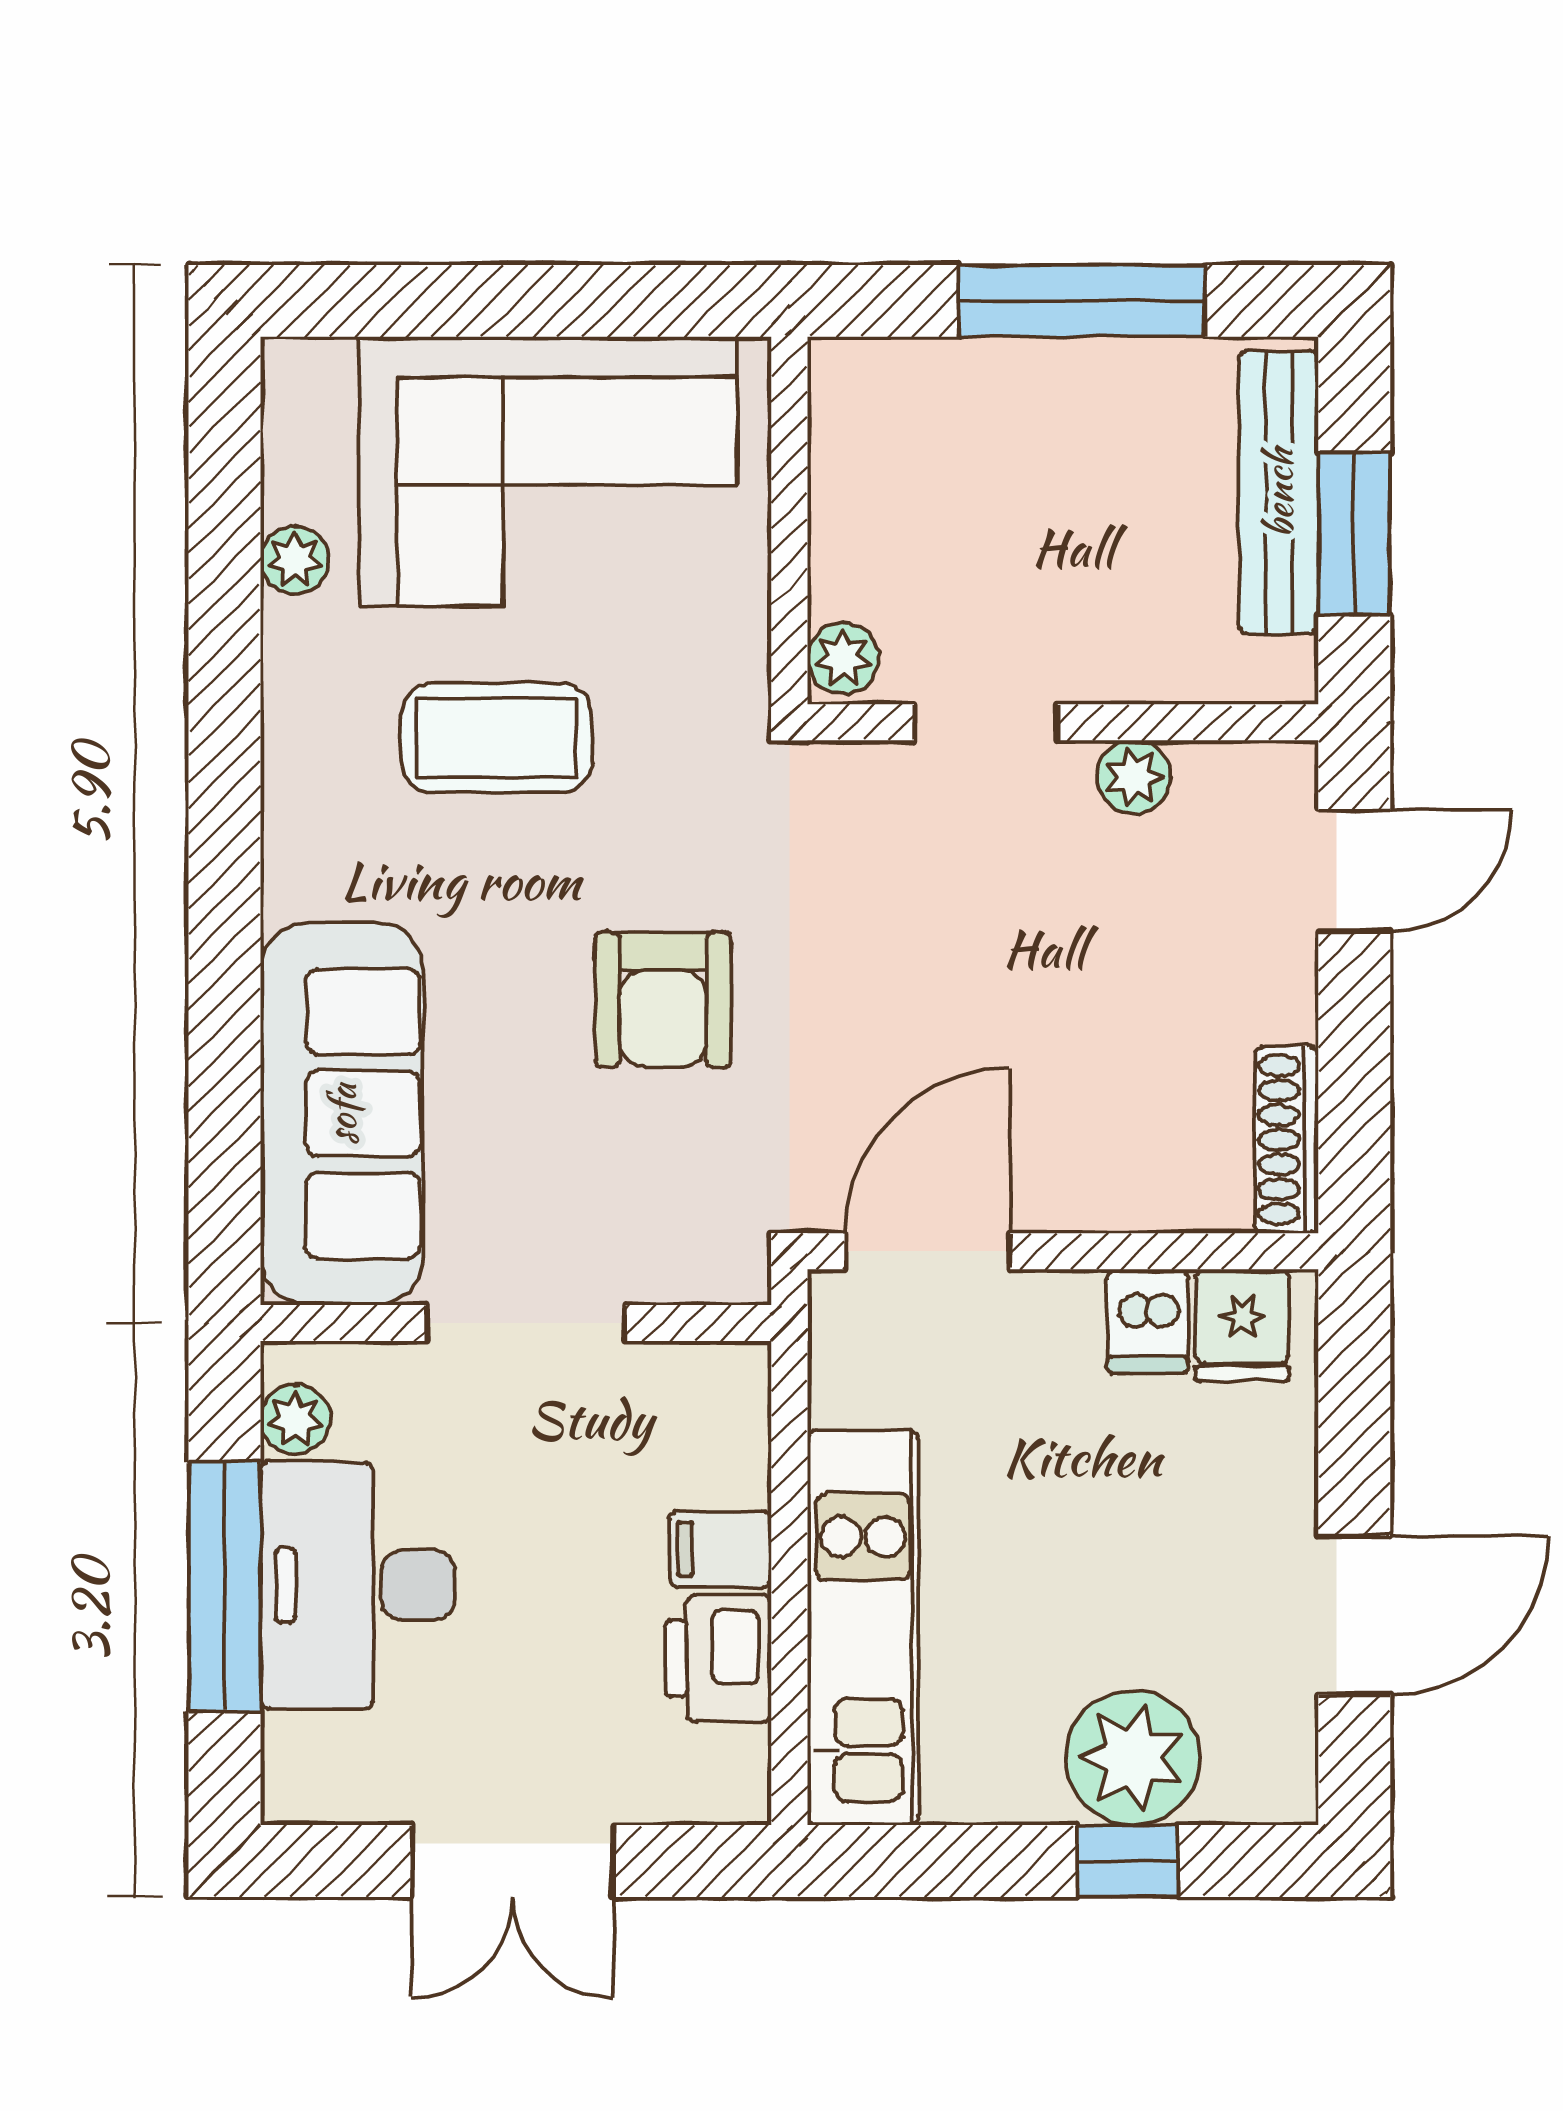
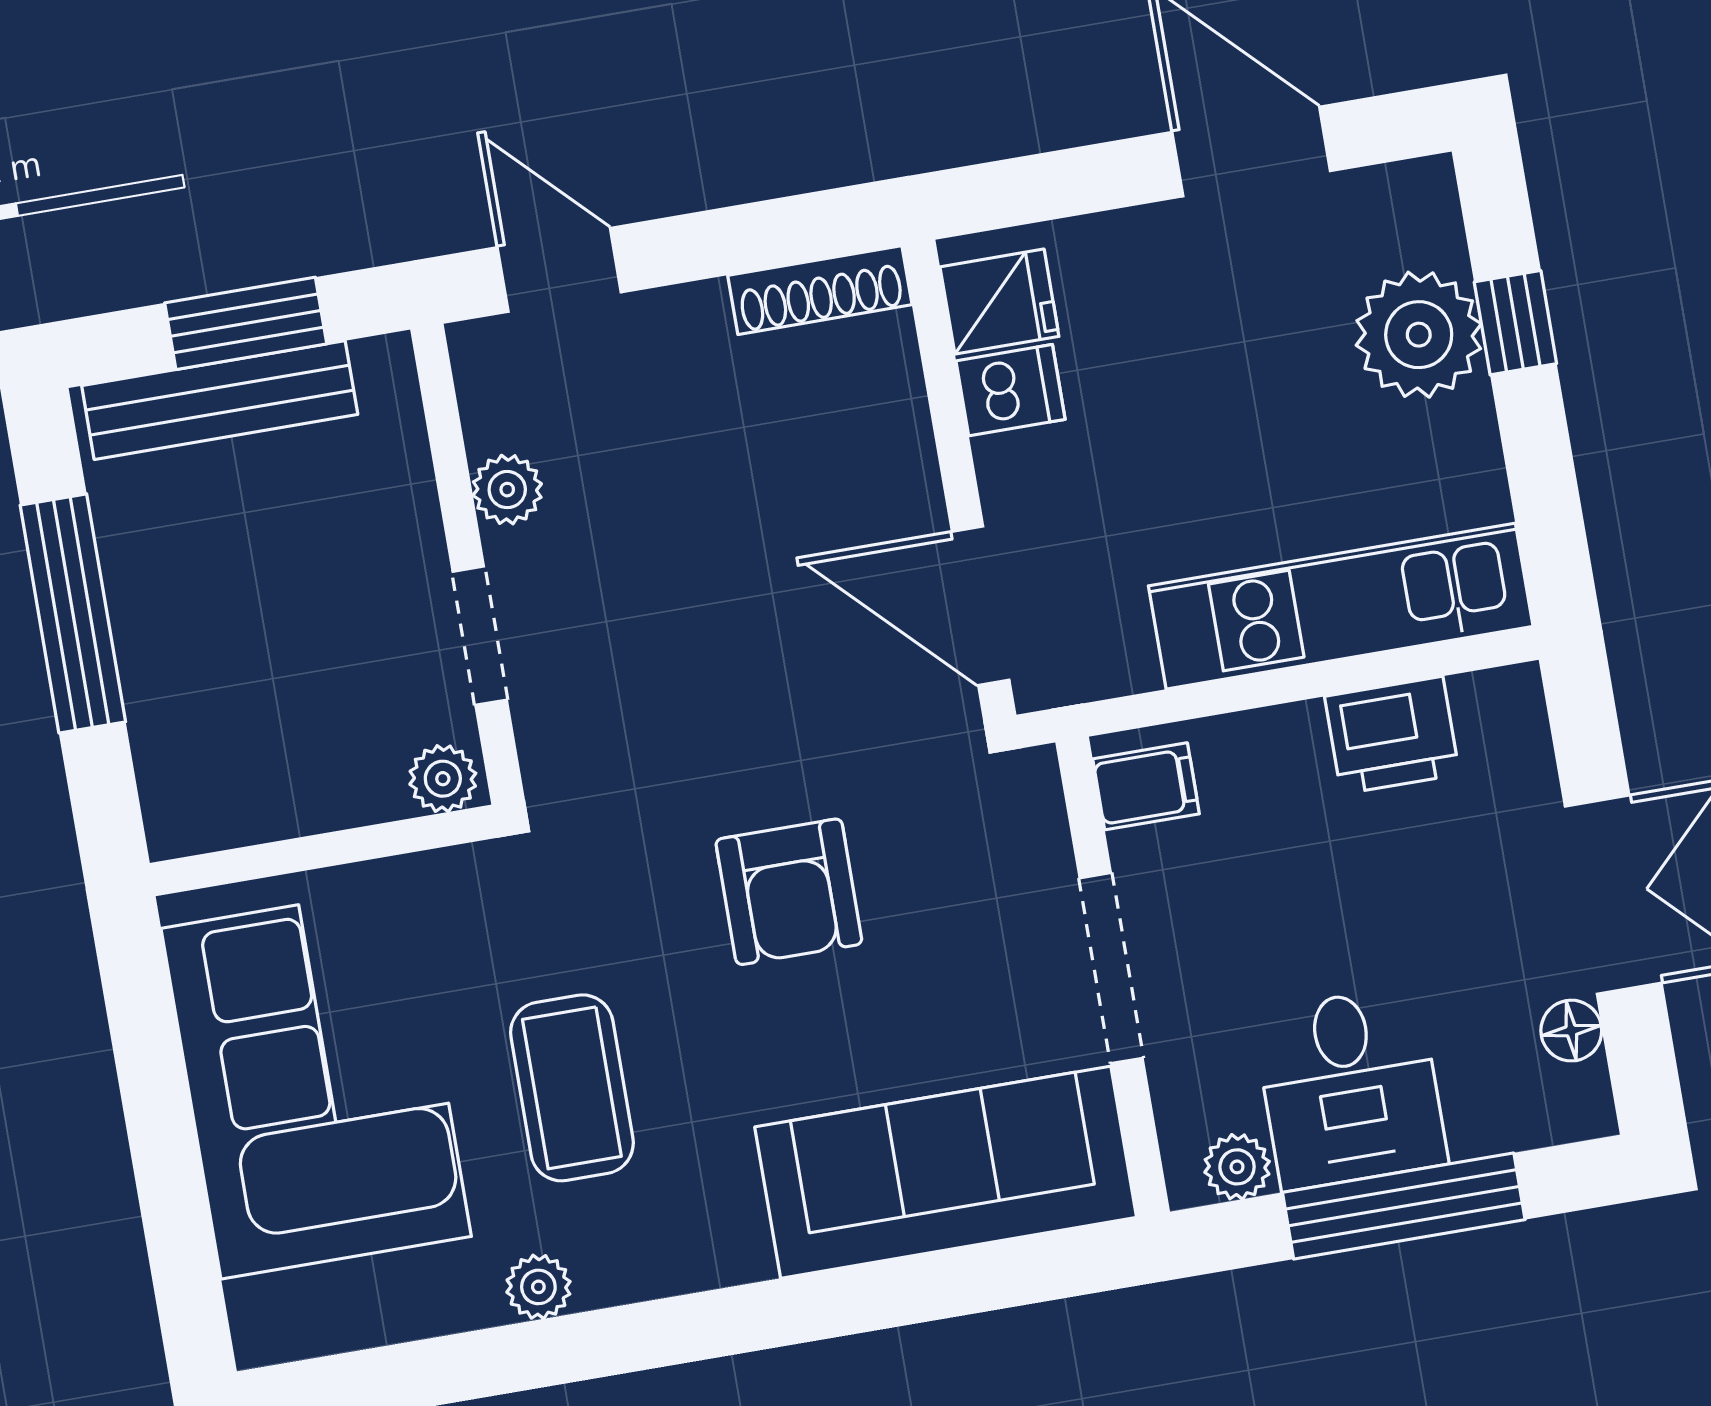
plant: (295, 560) -> (538, 1287), moved
armchair: (663, 1000) -> (789, 892), turned 90
filing cabinet: (720, 1549) -> (1146, 786), moved, turned -90
desk: (358, 1585) -> (1350, 1088), width x0.73
floor lamp: (378, 1793) -> (1571, 1031), added

